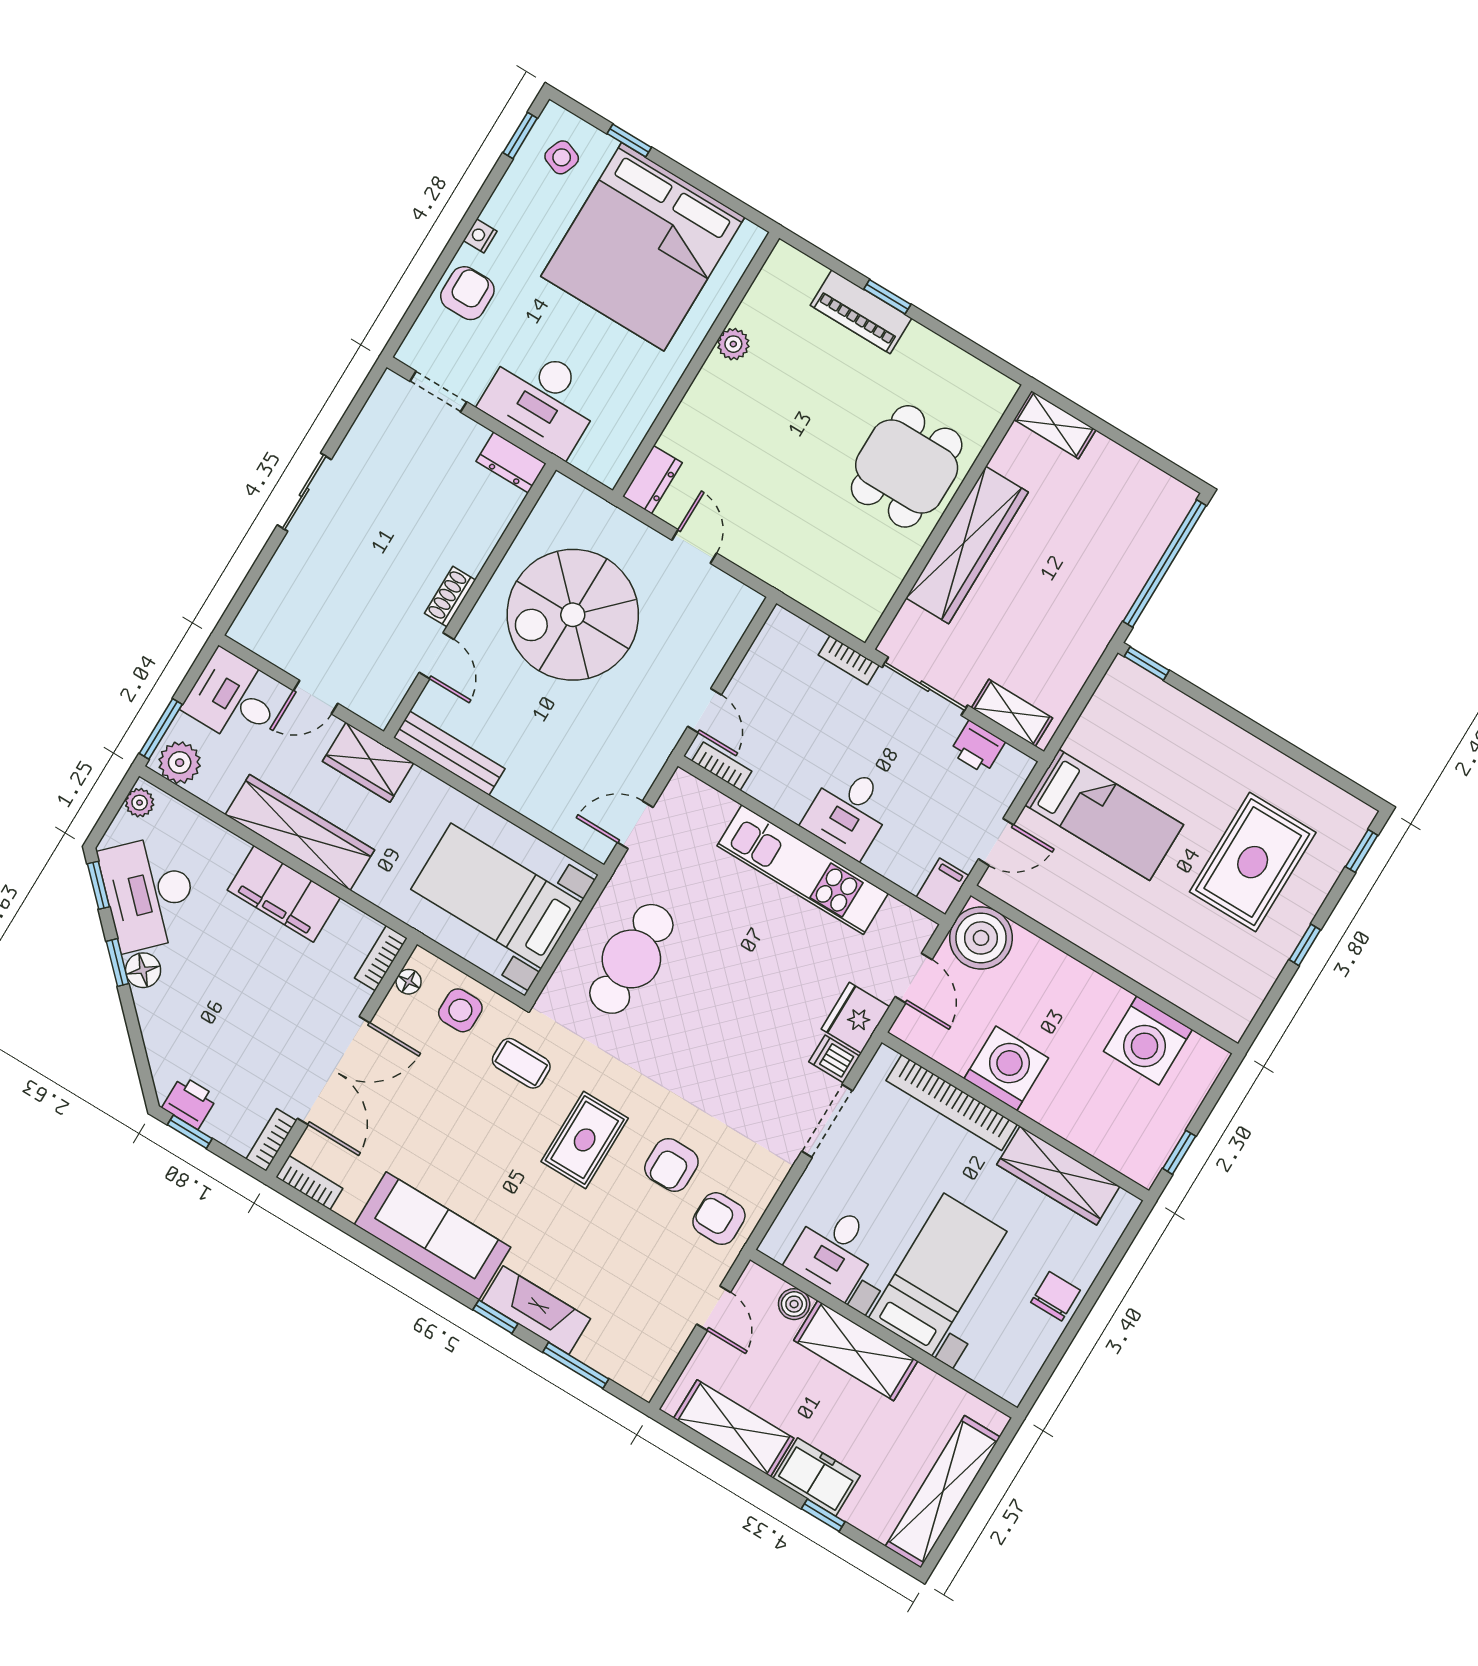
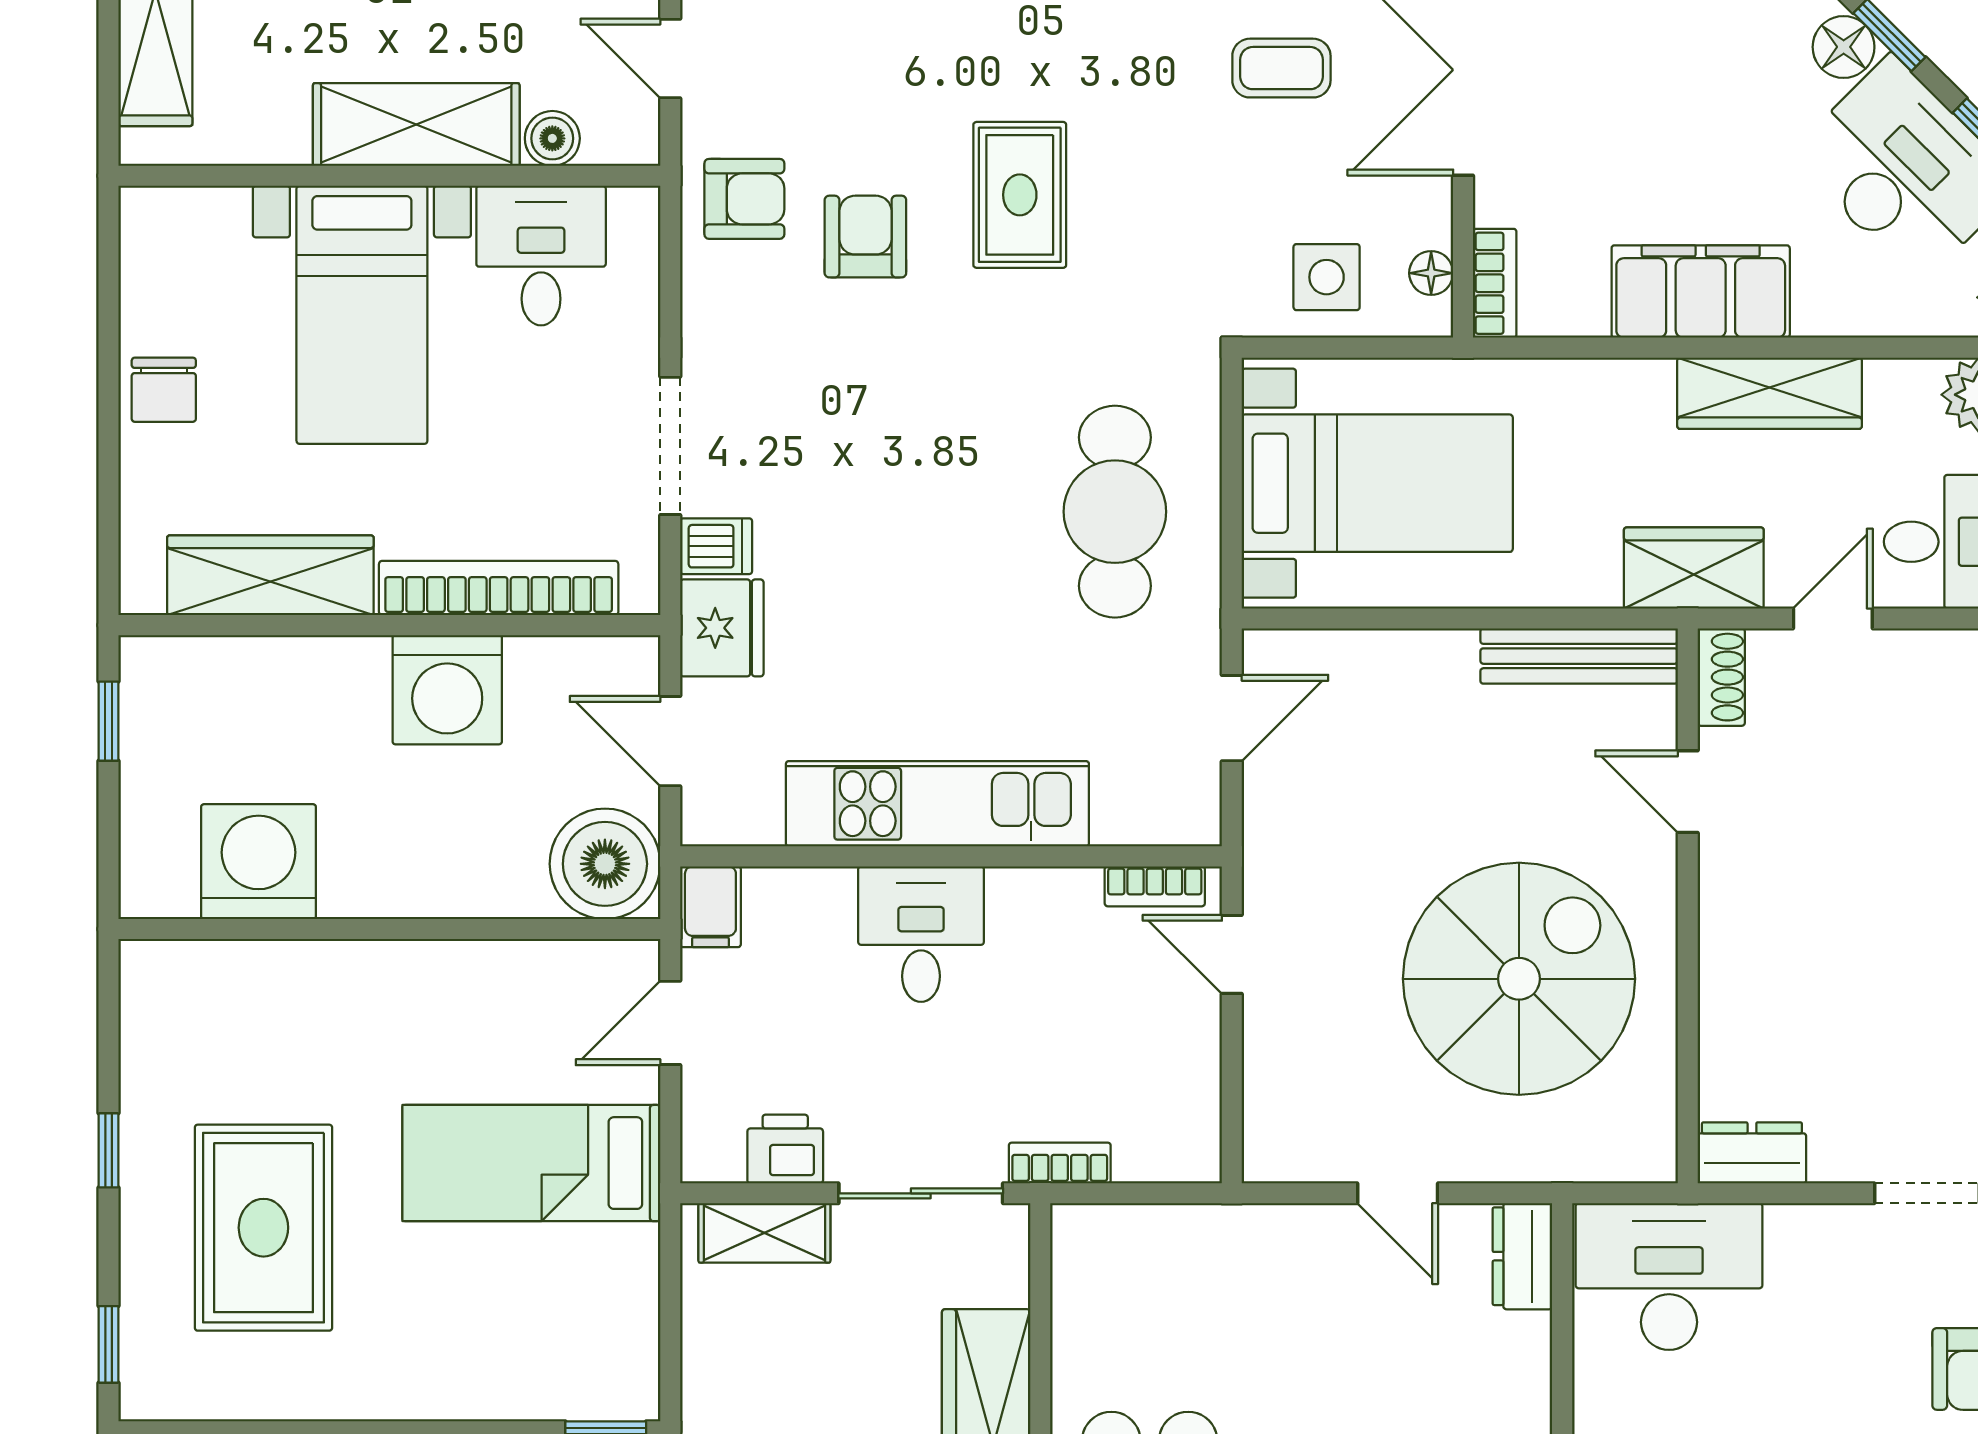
desk: (542, 399) -> (1669, 1277), moved
shoe rack: (450, 597) -> (1721, 677), moved
wardrobe: (300, 832) -> (1770, 393), width x0.71, depth x0.85
coffee table: (521, 1063) -> (1281, 68), moved

